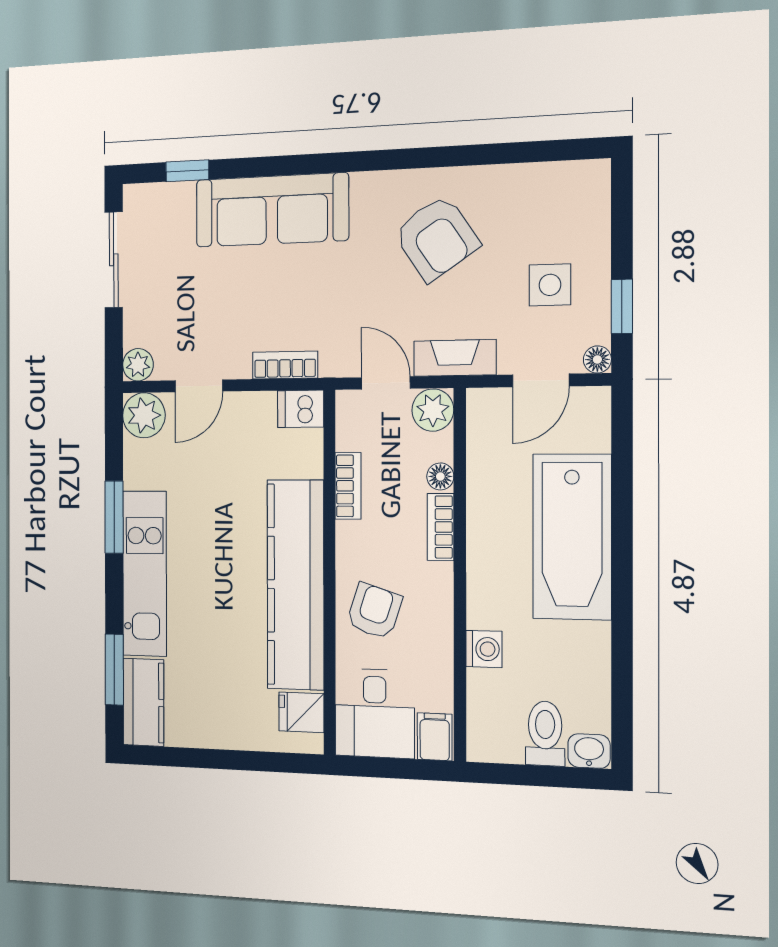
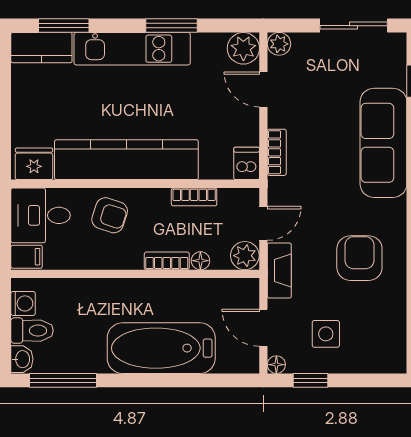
armchair: (436, 238) -> (359, 258), turned 124
washing machine: (484, 649) -> (23, 303), moved, turned -90
window: (622, 689) -> (63, 380), added
fridge: (301, 712) -> (34, 164), width x1.38

